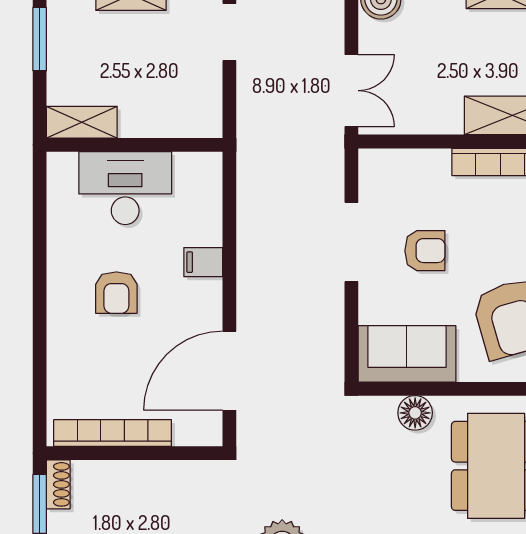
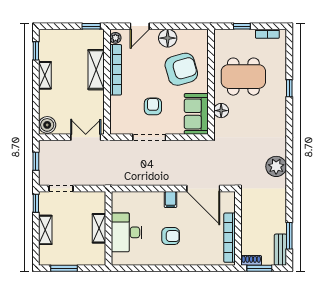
shelving: (82, 122) -> (99, 228), moved
filing cabinet: (203, 262) -> (170, 200), moved

